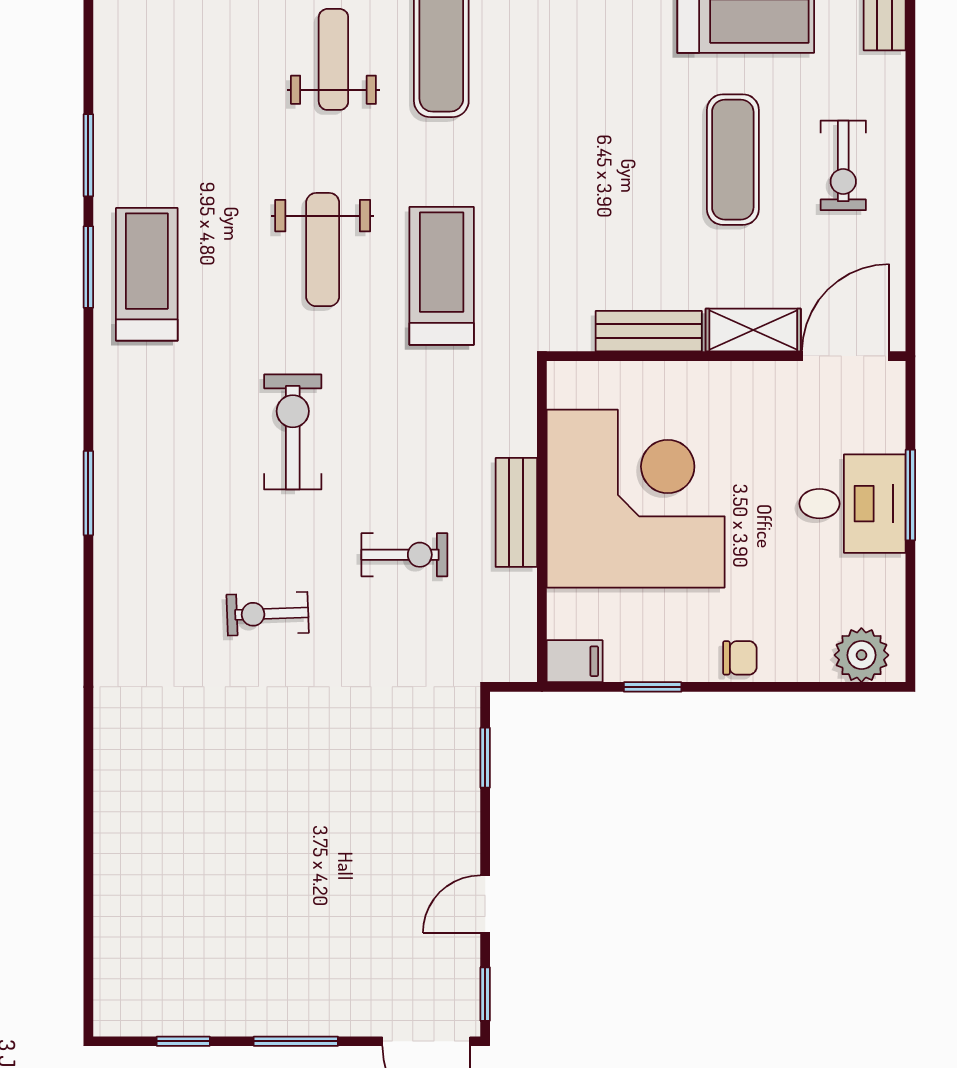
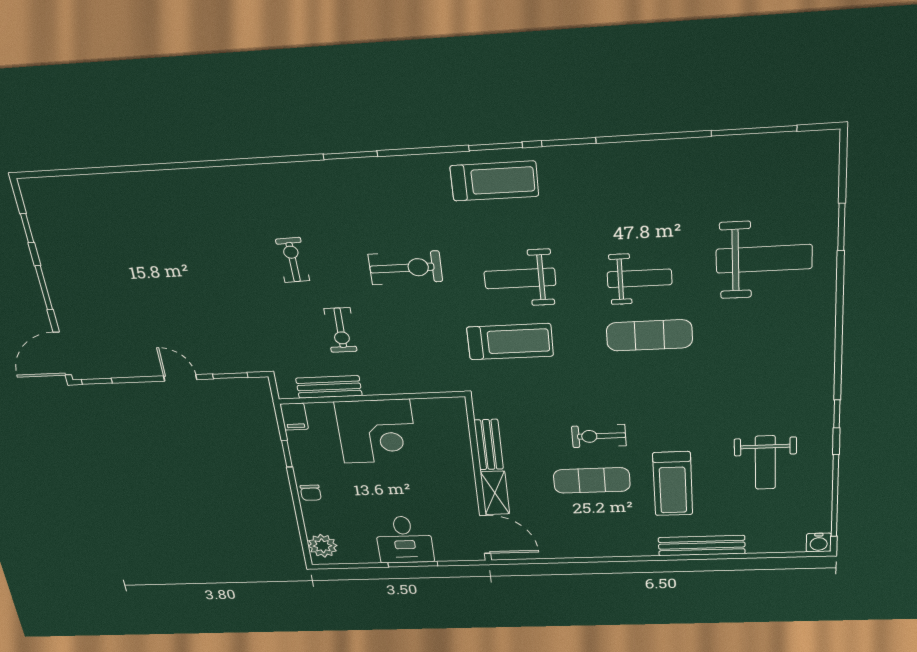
exercise bike: (843, 165) -> (599, 436), moved
corner desk: (636, 499) -> (376, 431), width x0.74, depth x0.74
bench: (516, 512) -> (329, 387), moved
door: (485, 904) -> (180, 378), moved

